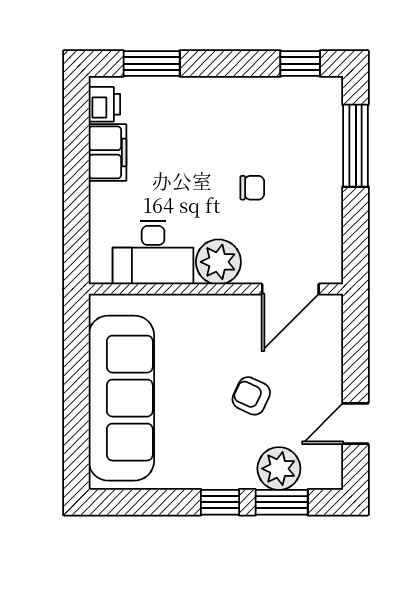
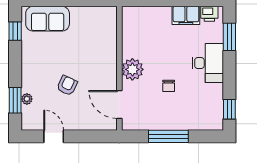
window: (356, 146) -> (168, 136), moved
desk: (153, 253) -> (208, 63), moved, turned 180
sofa: (121, 398) -> (48, 19), width x0.54, depth x0.79
plant: (279, 469) -> (27, 99), width x0.53, depth x0.53
window: (220, 502) -> (15, 31), moved

